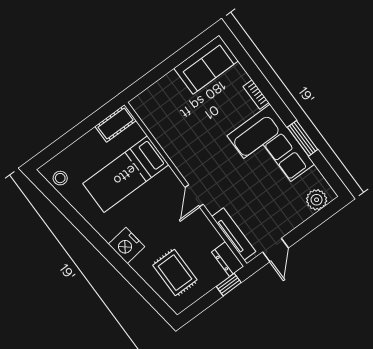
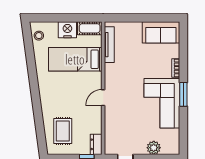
window: (303, 138) -> (183, 94), moved
plant: (317, 200) -> (154, 148), moved
tv unit: (234, 234) -> (109, 45), moved
nightstand: (126, 245) -> (67, 30), moved, turned 98

